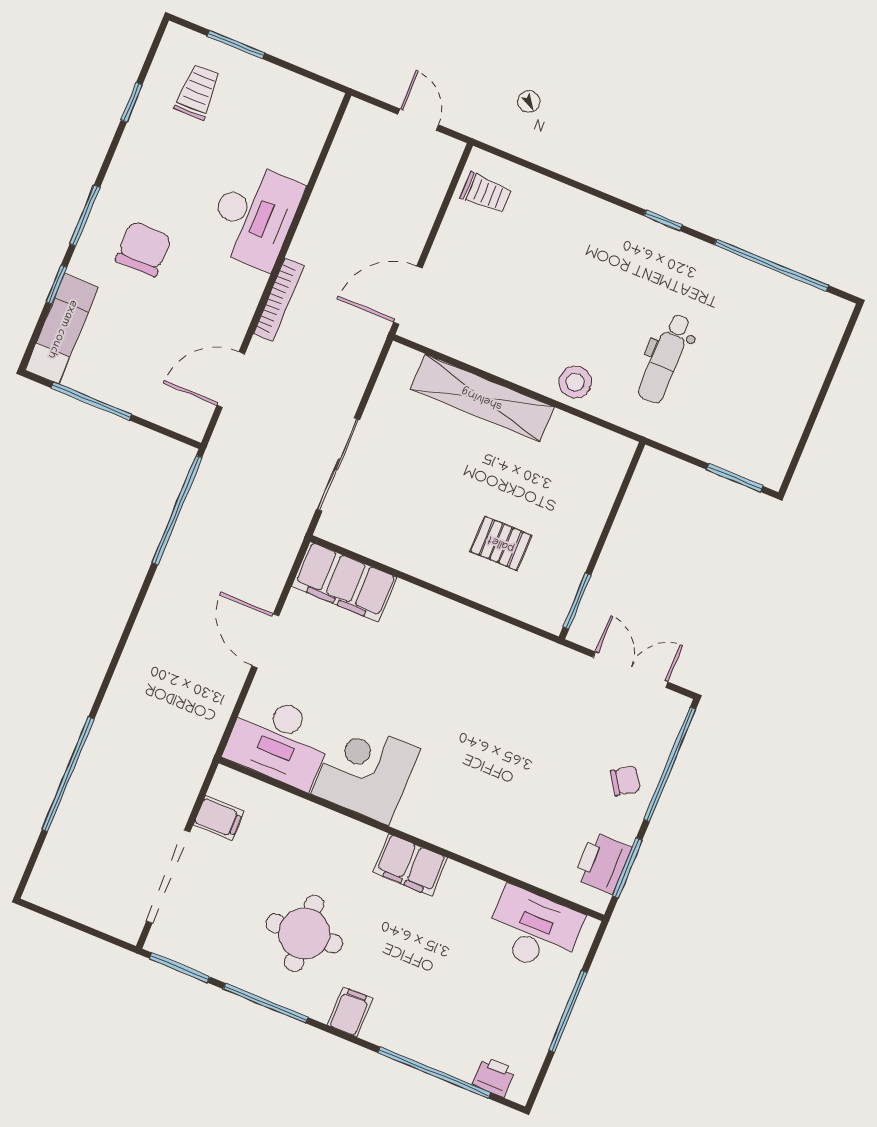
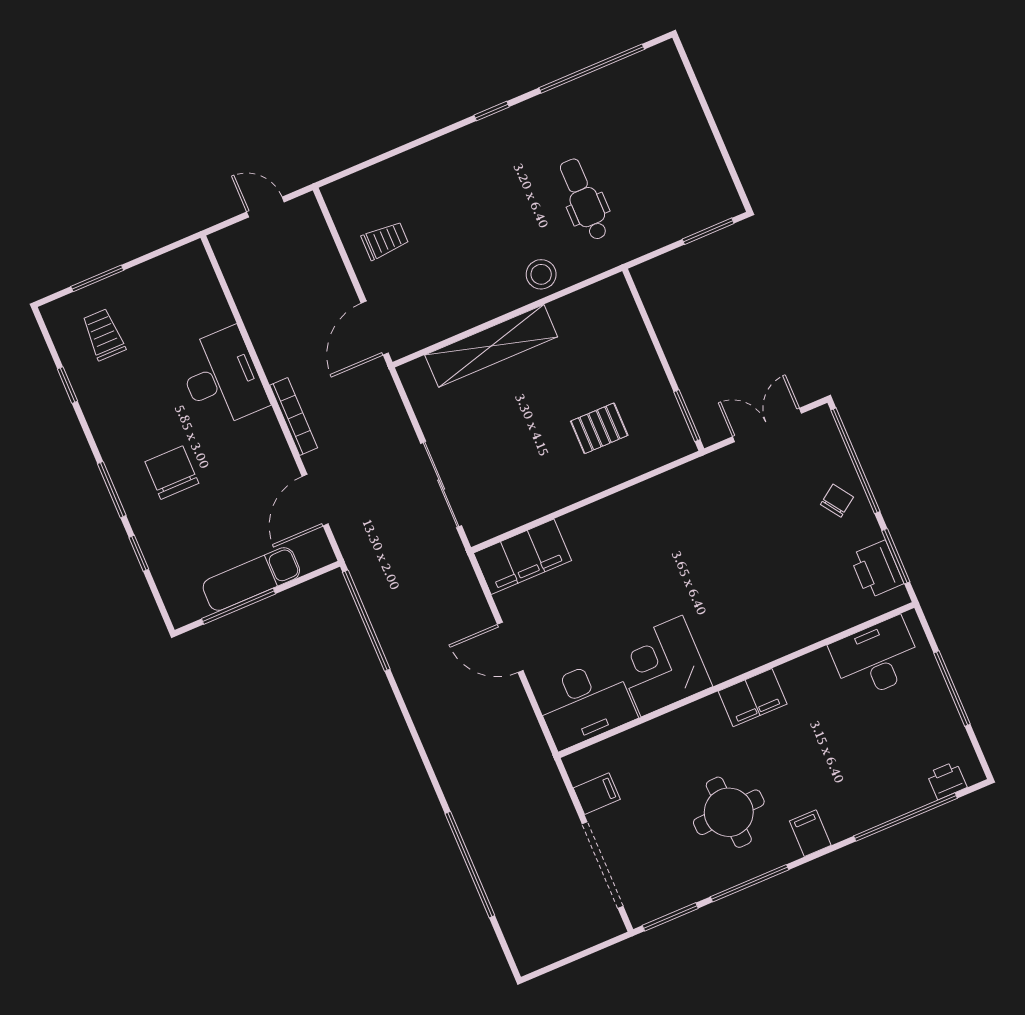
trolley: (486, 193) -> (385, 240), moved
exam couch: (62, 329) -> (251, 579), moved, turned -90
dental chair: (665, 358) -> (584, 199), turned 180

